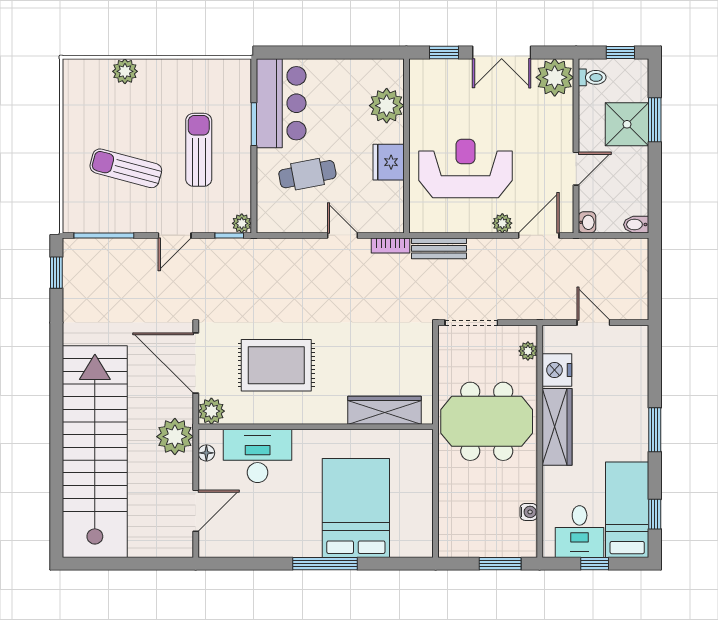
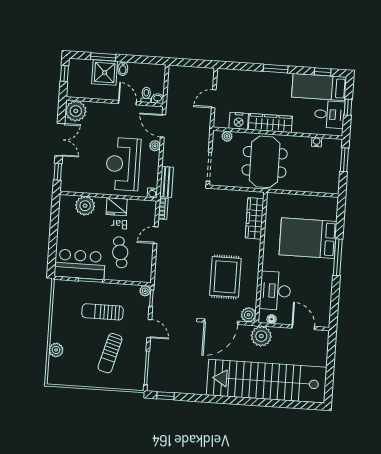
toilet: (592, 77) -> (146, 95), moved
water cooler: (418, 224) -> (152, 193), added
bidet: (636, 225) -> (123, 69), moved

